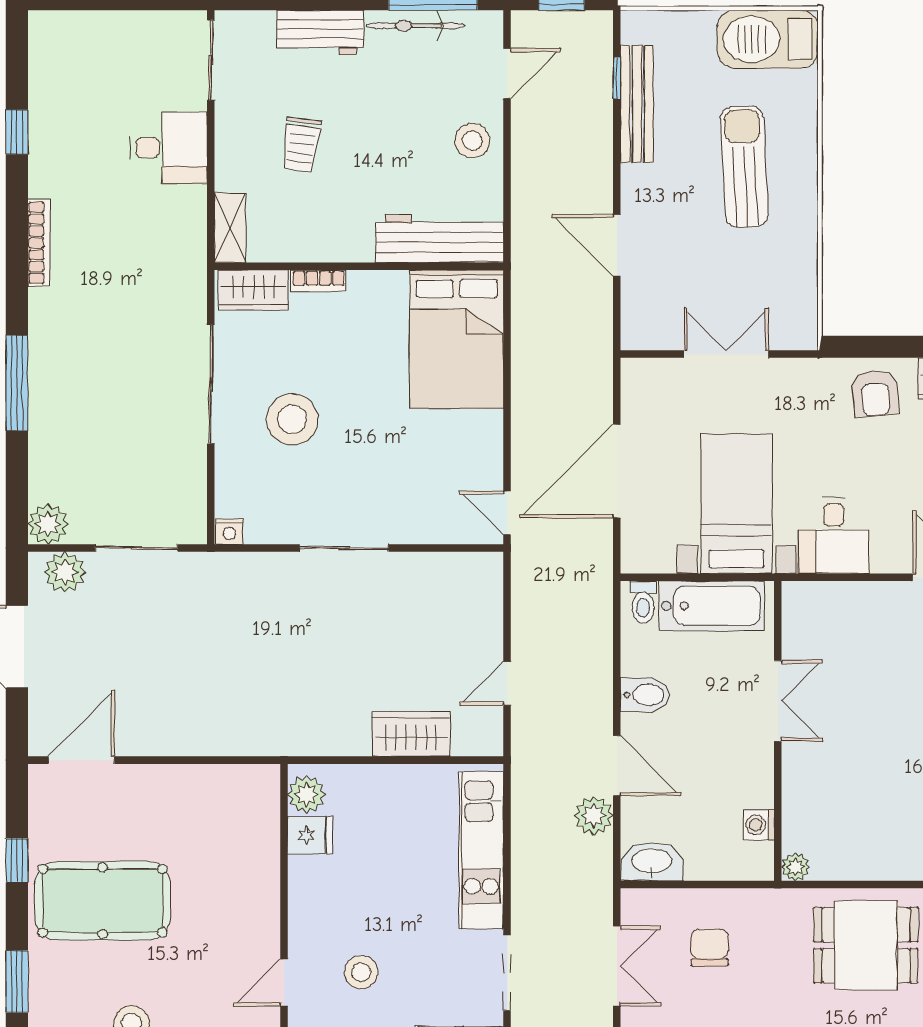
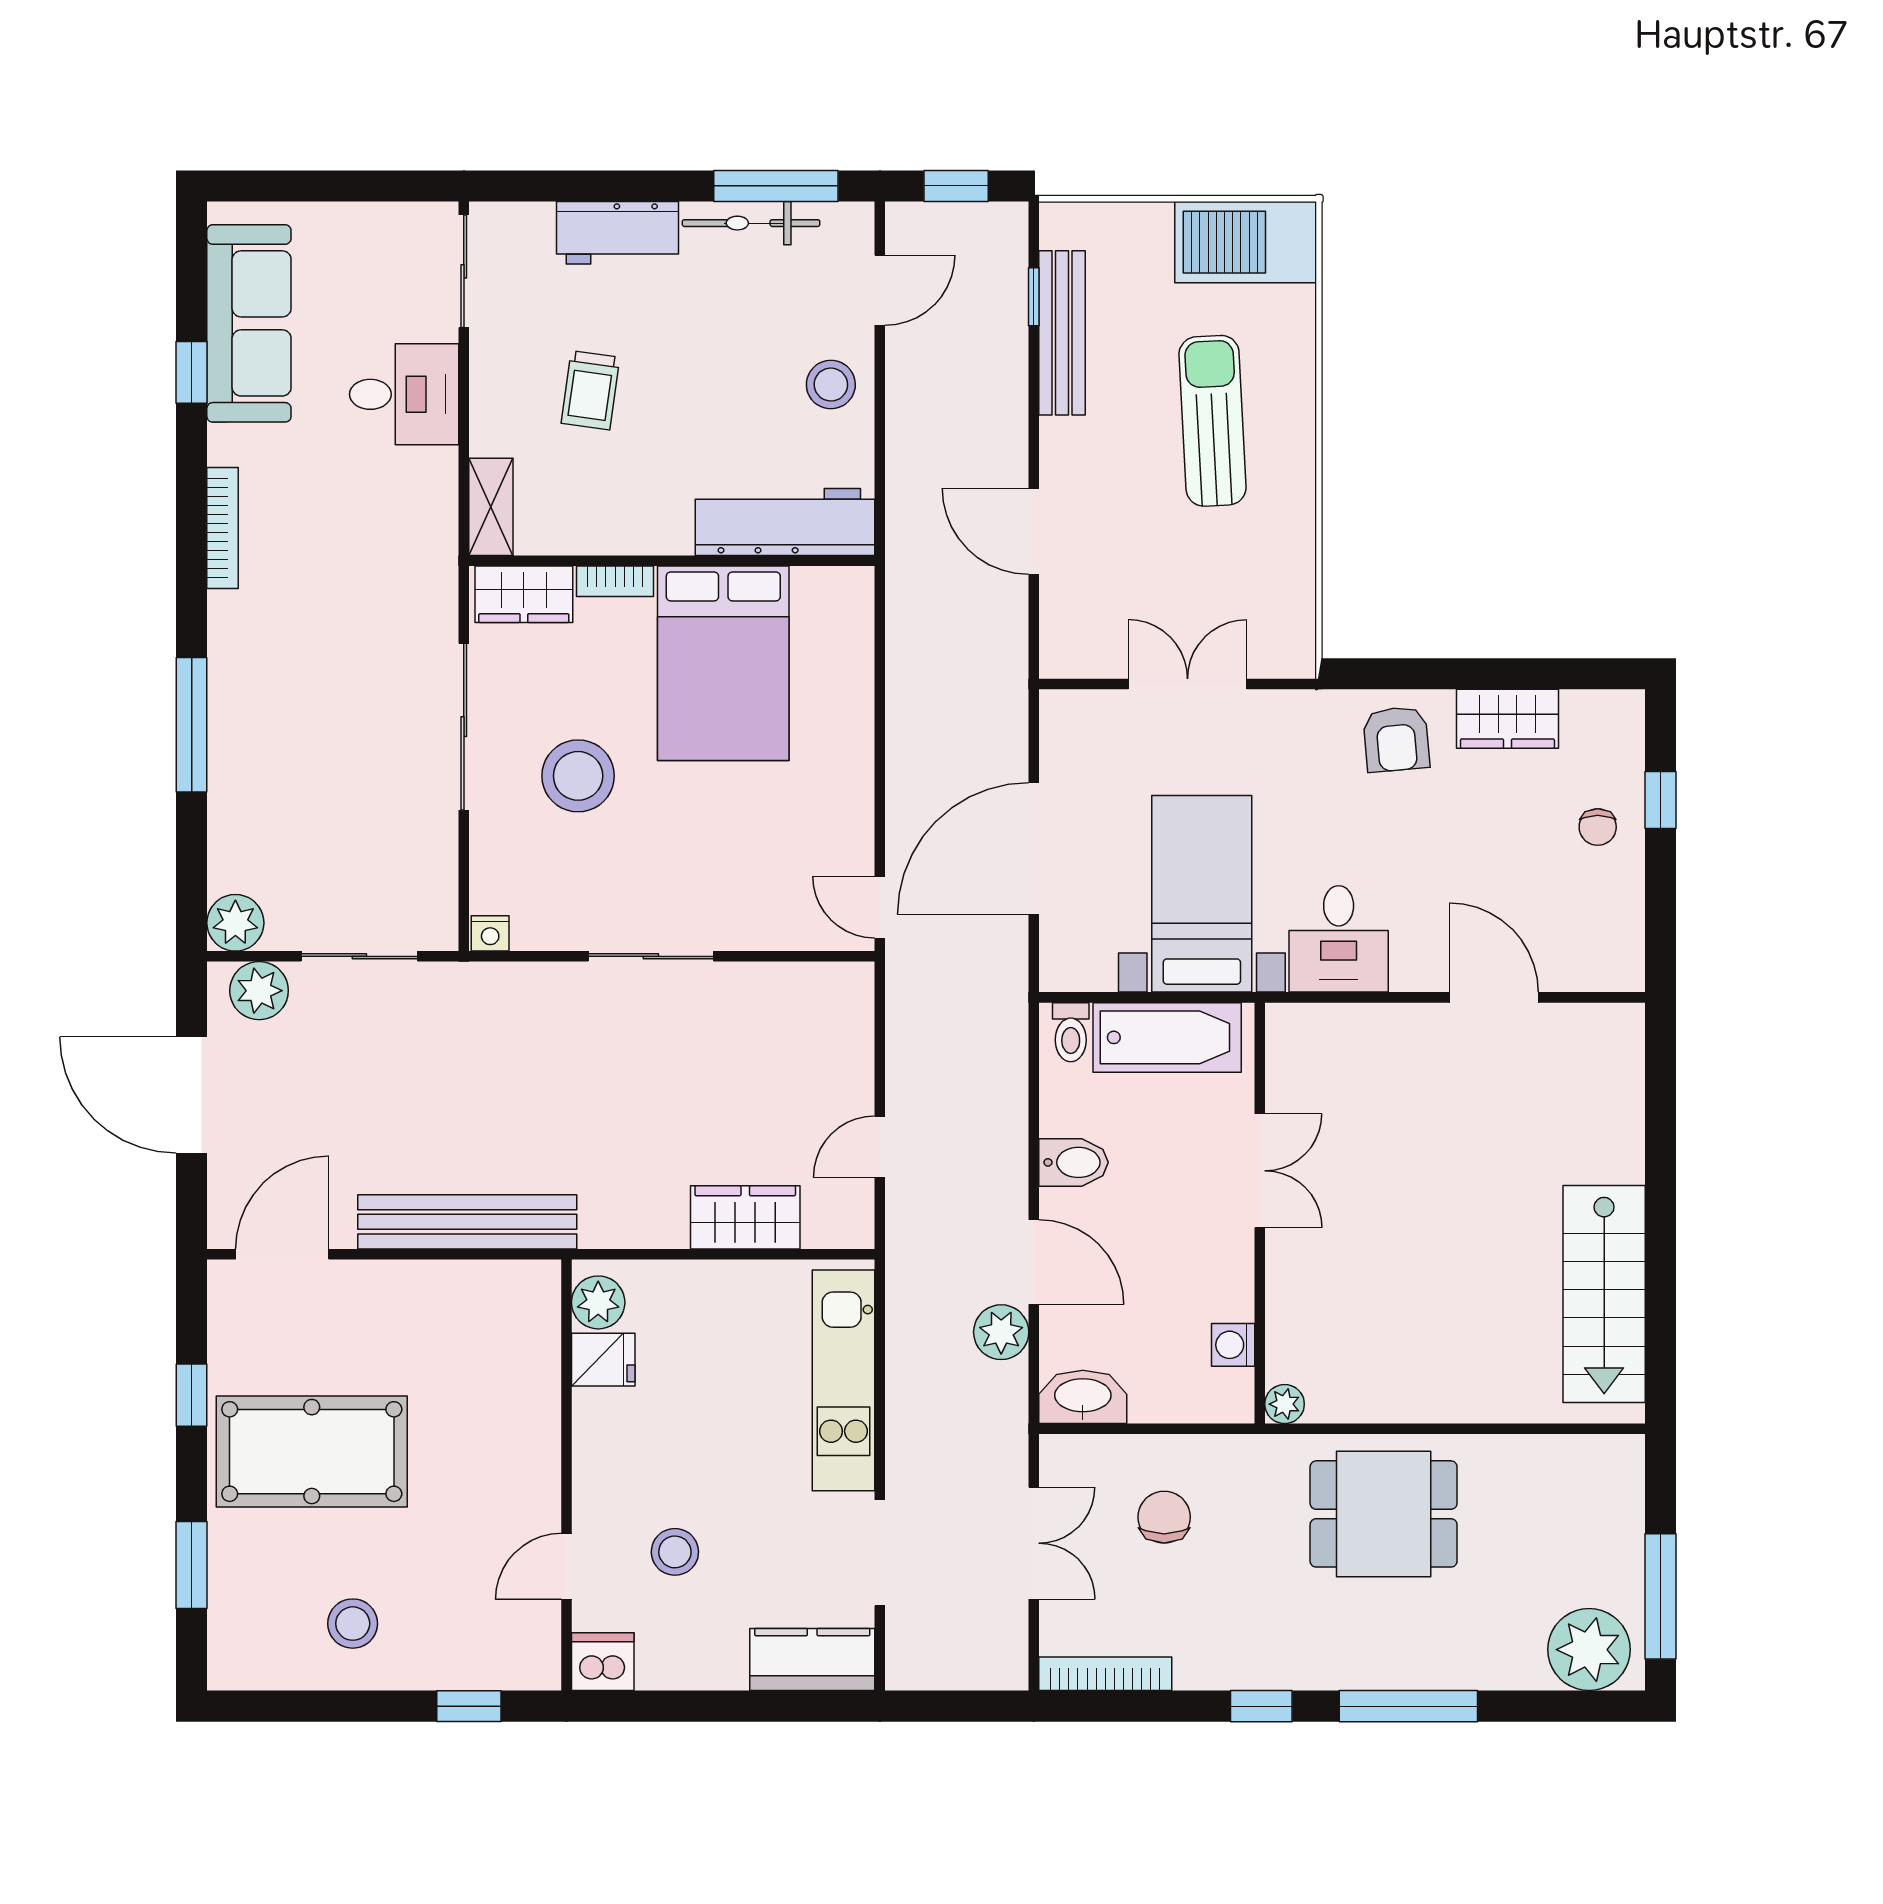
sofa: (58, 97) -> (249, 323), added
bed: (457, 339) -> (723, 663), moved
bench: (213, 737) -> (467, 1222), added

